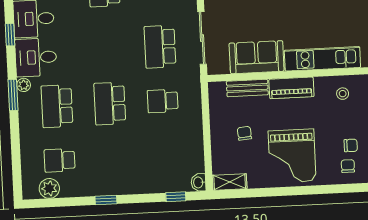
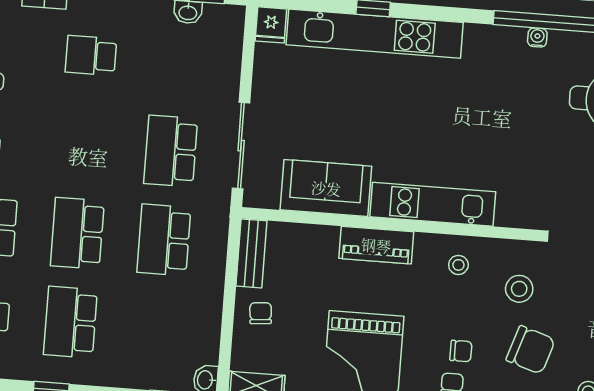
bench: (247, 88) -> (251, 253), moved, turned 90
school desk: (163, 101) -> (164, 240), width x1.85
chair: (244, 133) -> (261, 313), moved
school desk: (112, 158) -> (70, 322), added

